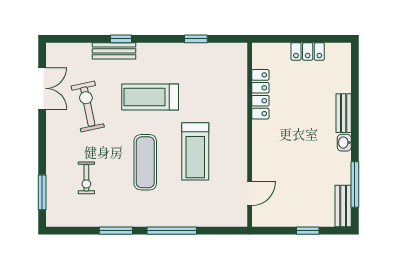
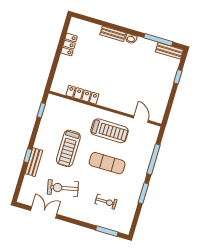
locker: (260, 94) -> (82, 95), moved
wall: (250, 135) -> (105, 109), moved
door: (250, 194) -> (141, 119), moved

